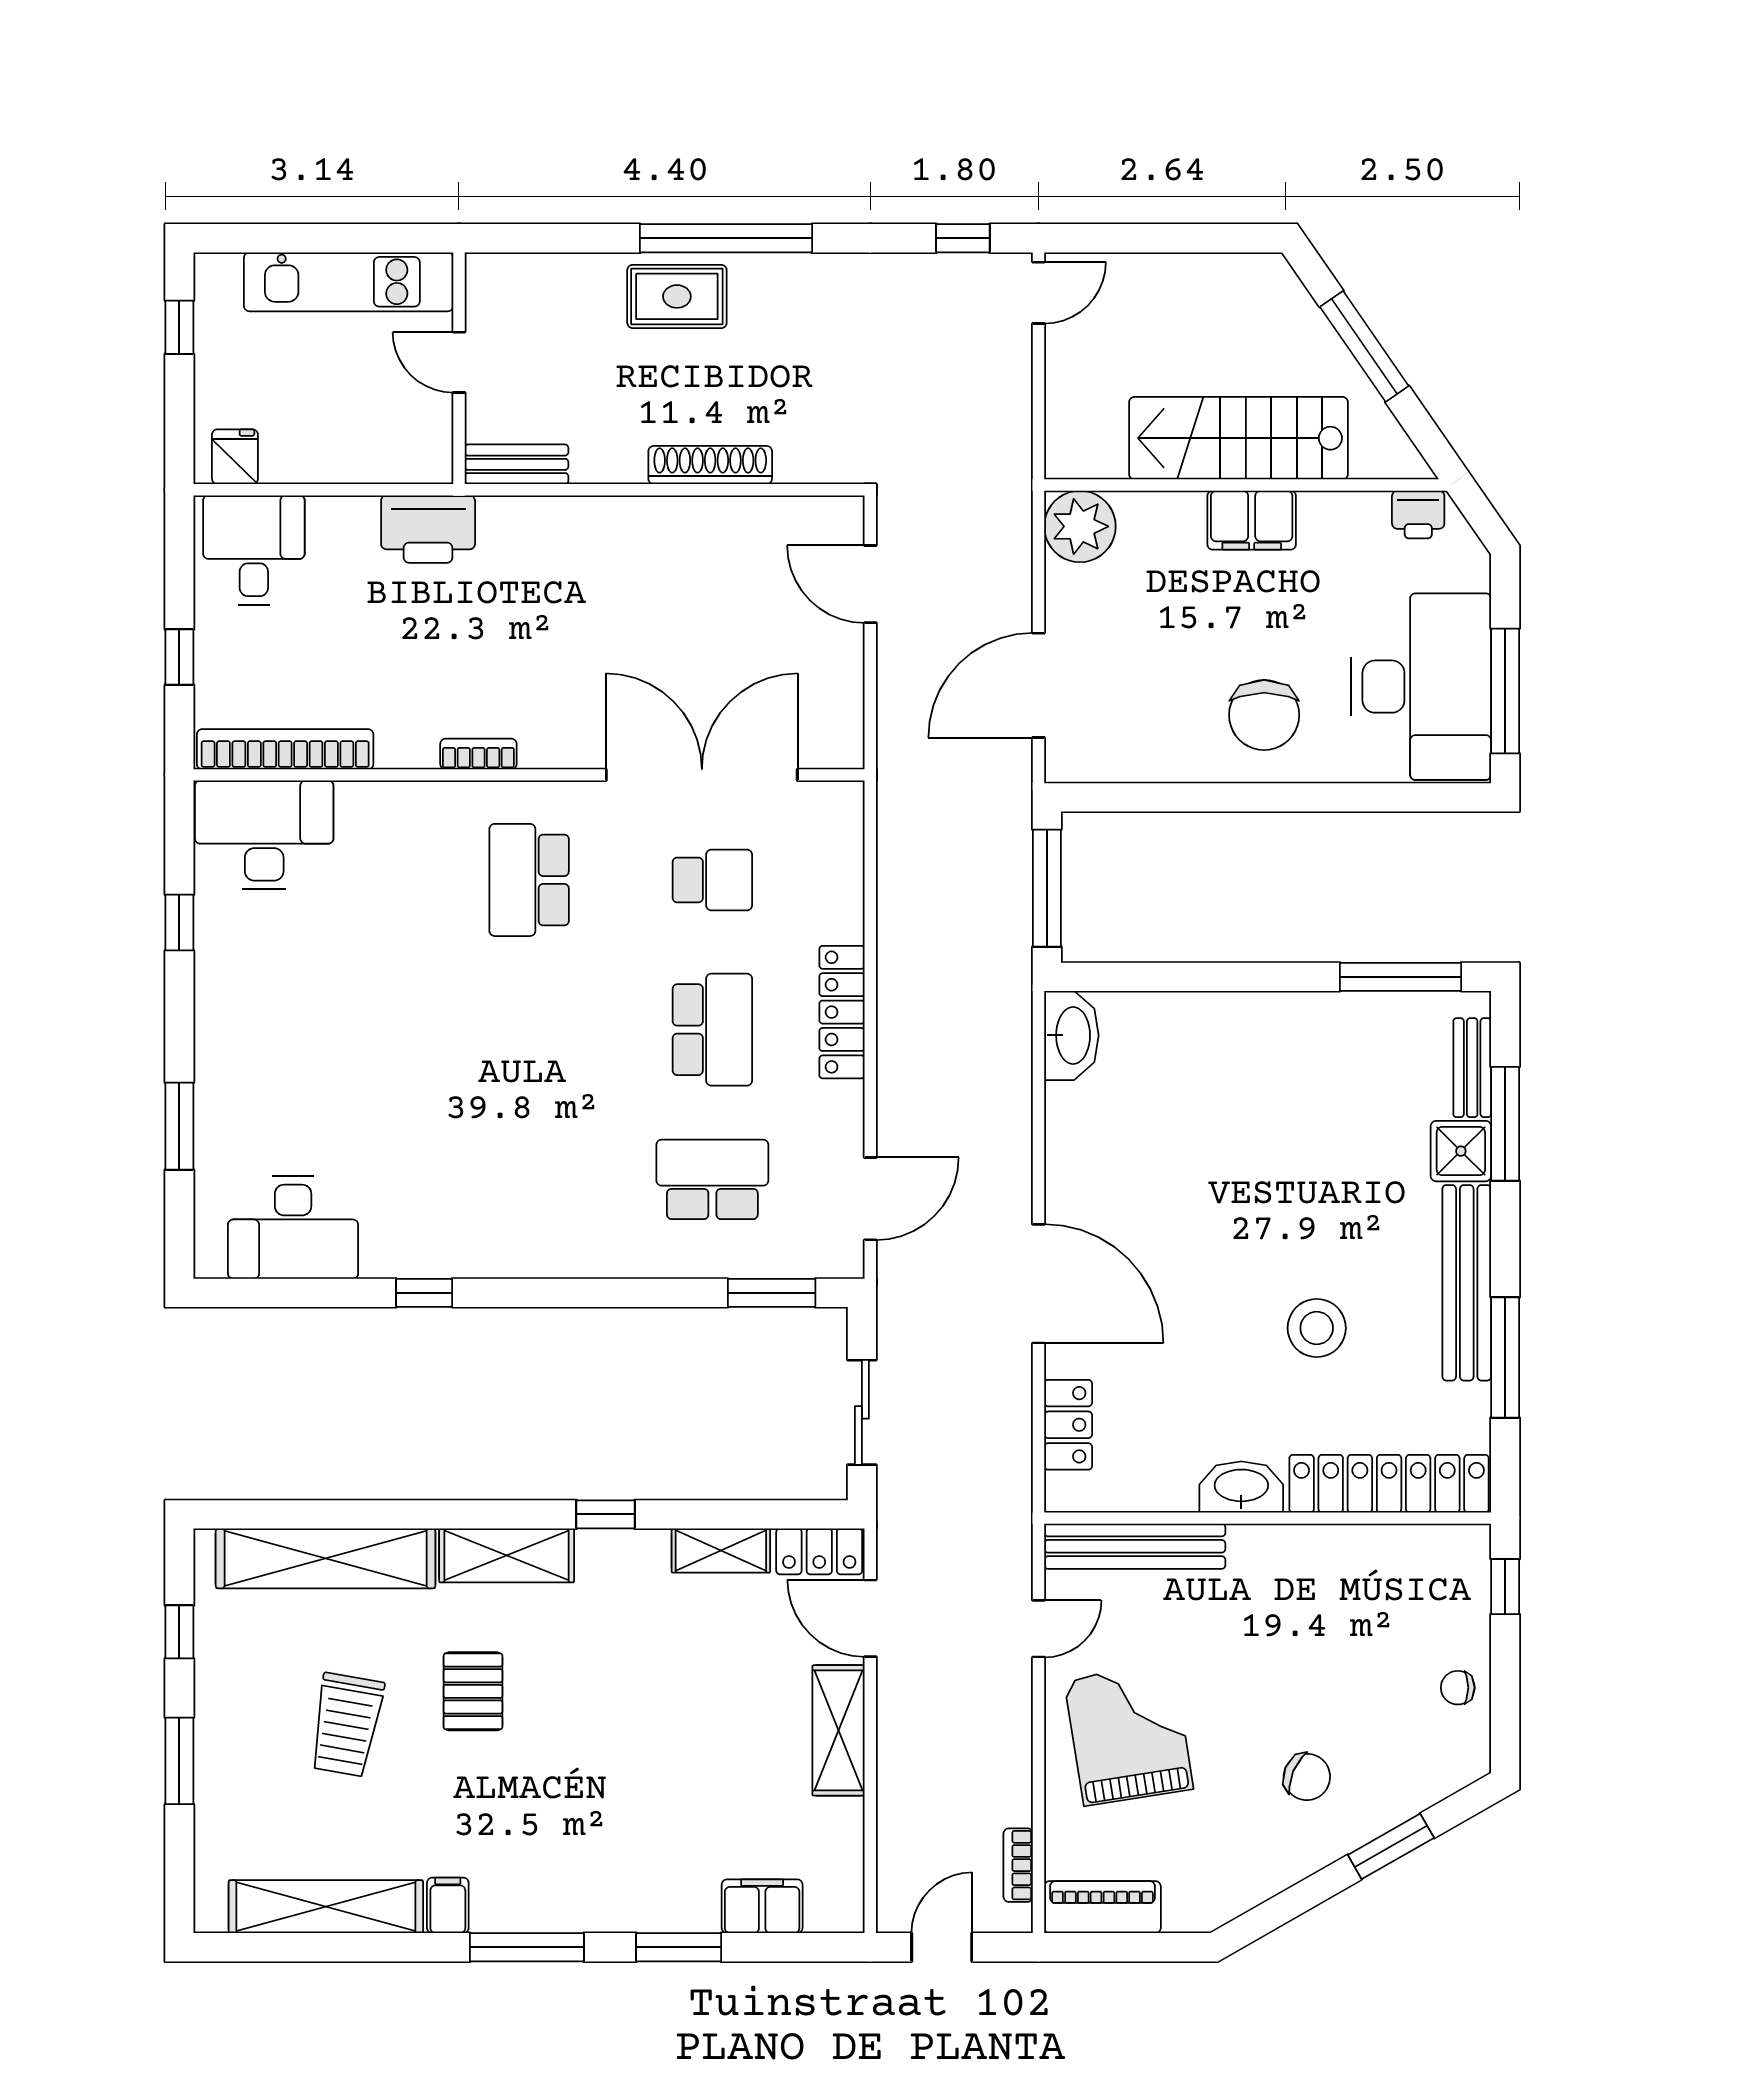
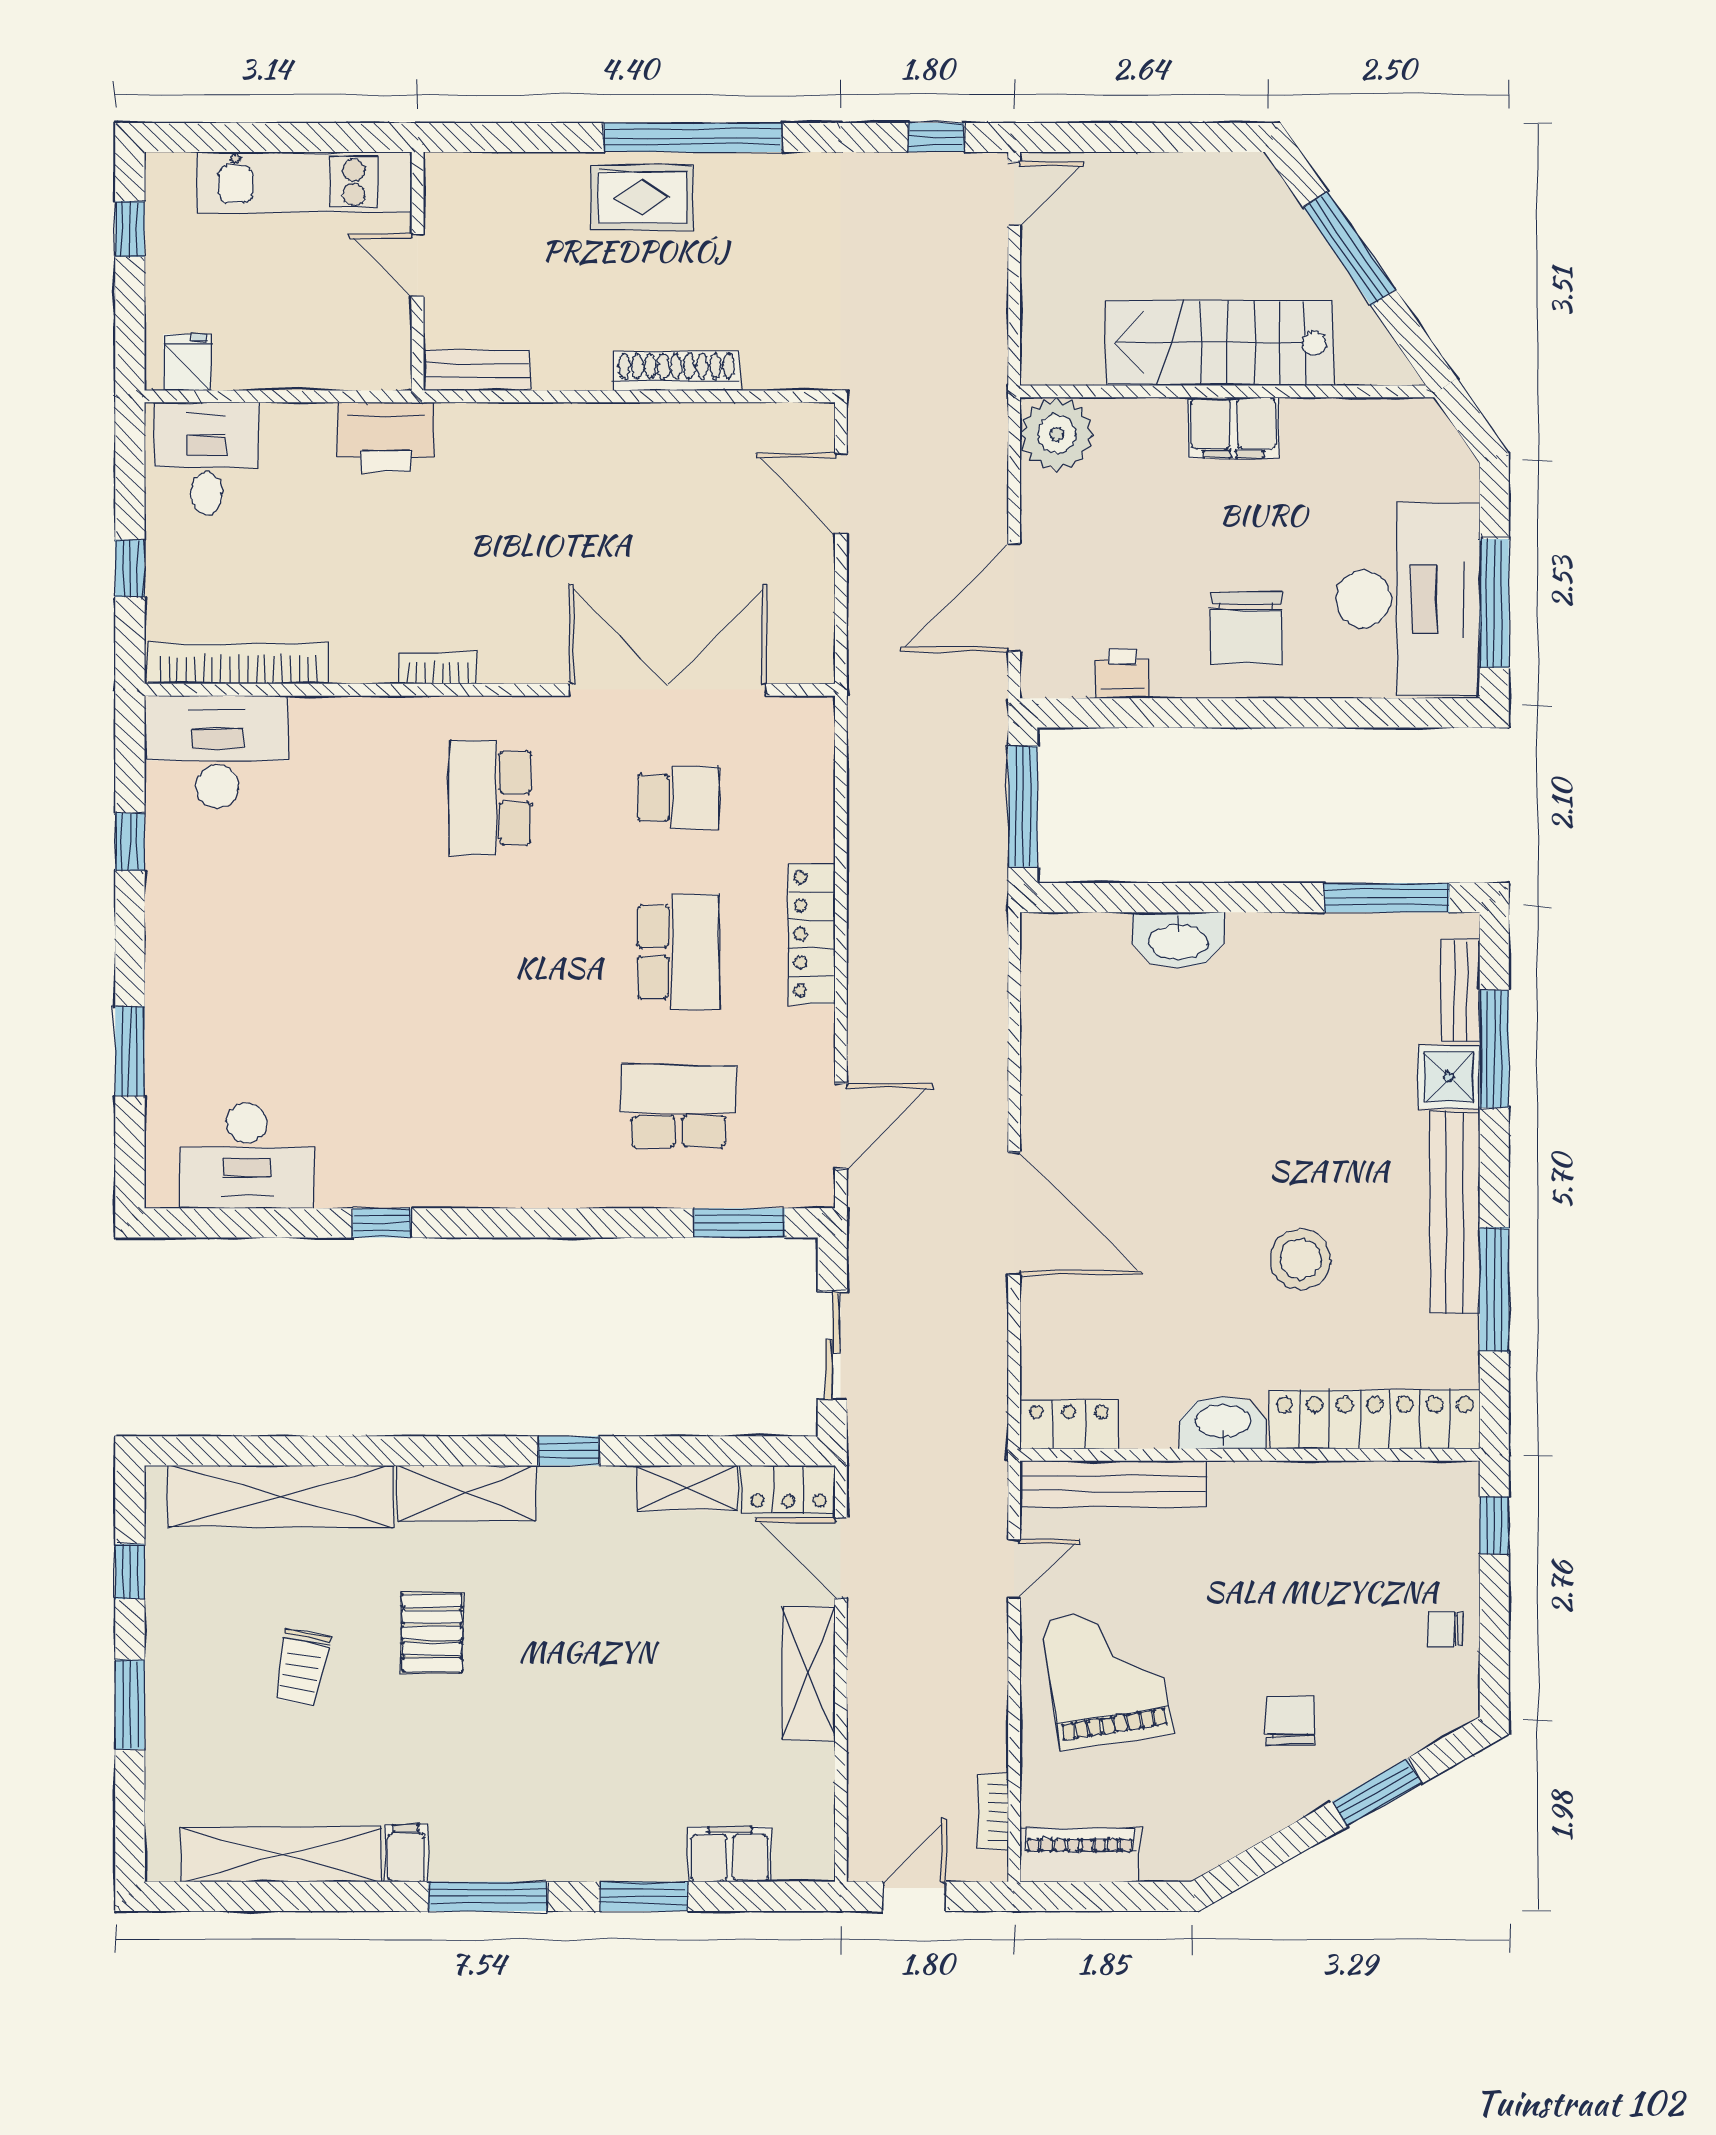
printer: (1418, 515) -> (1122, 674), moved, turned 180
washbasin: (1071, 1035) -> (1178, 940), moved, turned 90
locker: (1068, 1425) -> (1069, 1424), moved, turned -90
trolley: (346, 1725) -> (302, 1667), width x0.73, depth x0.72
chair: (1307, 1777) -> (1290, 1721), turned -113

